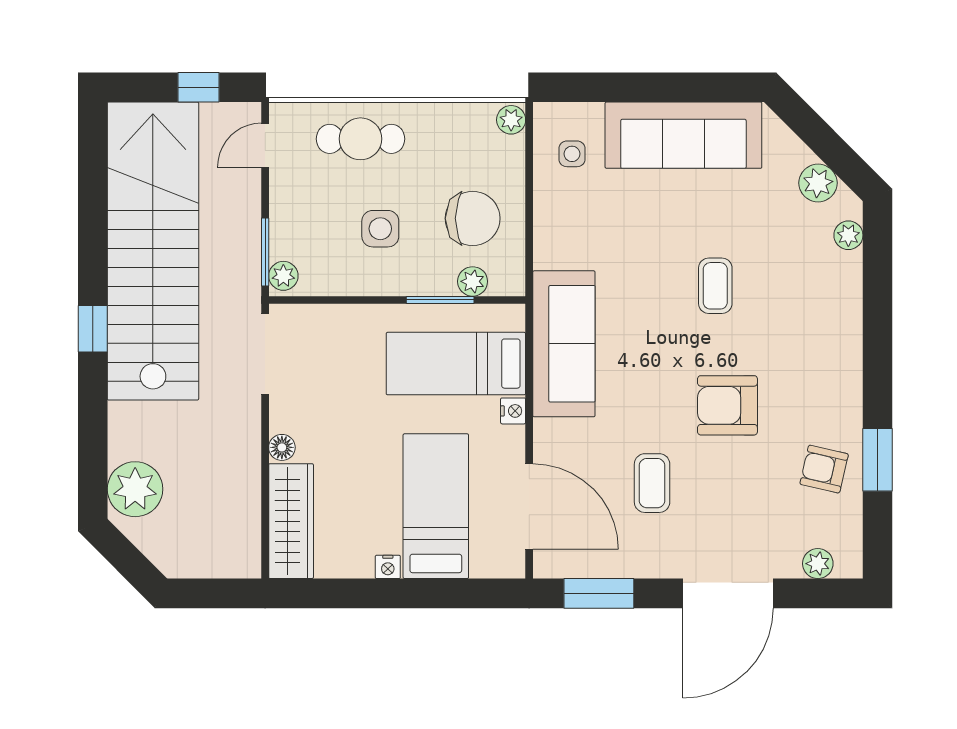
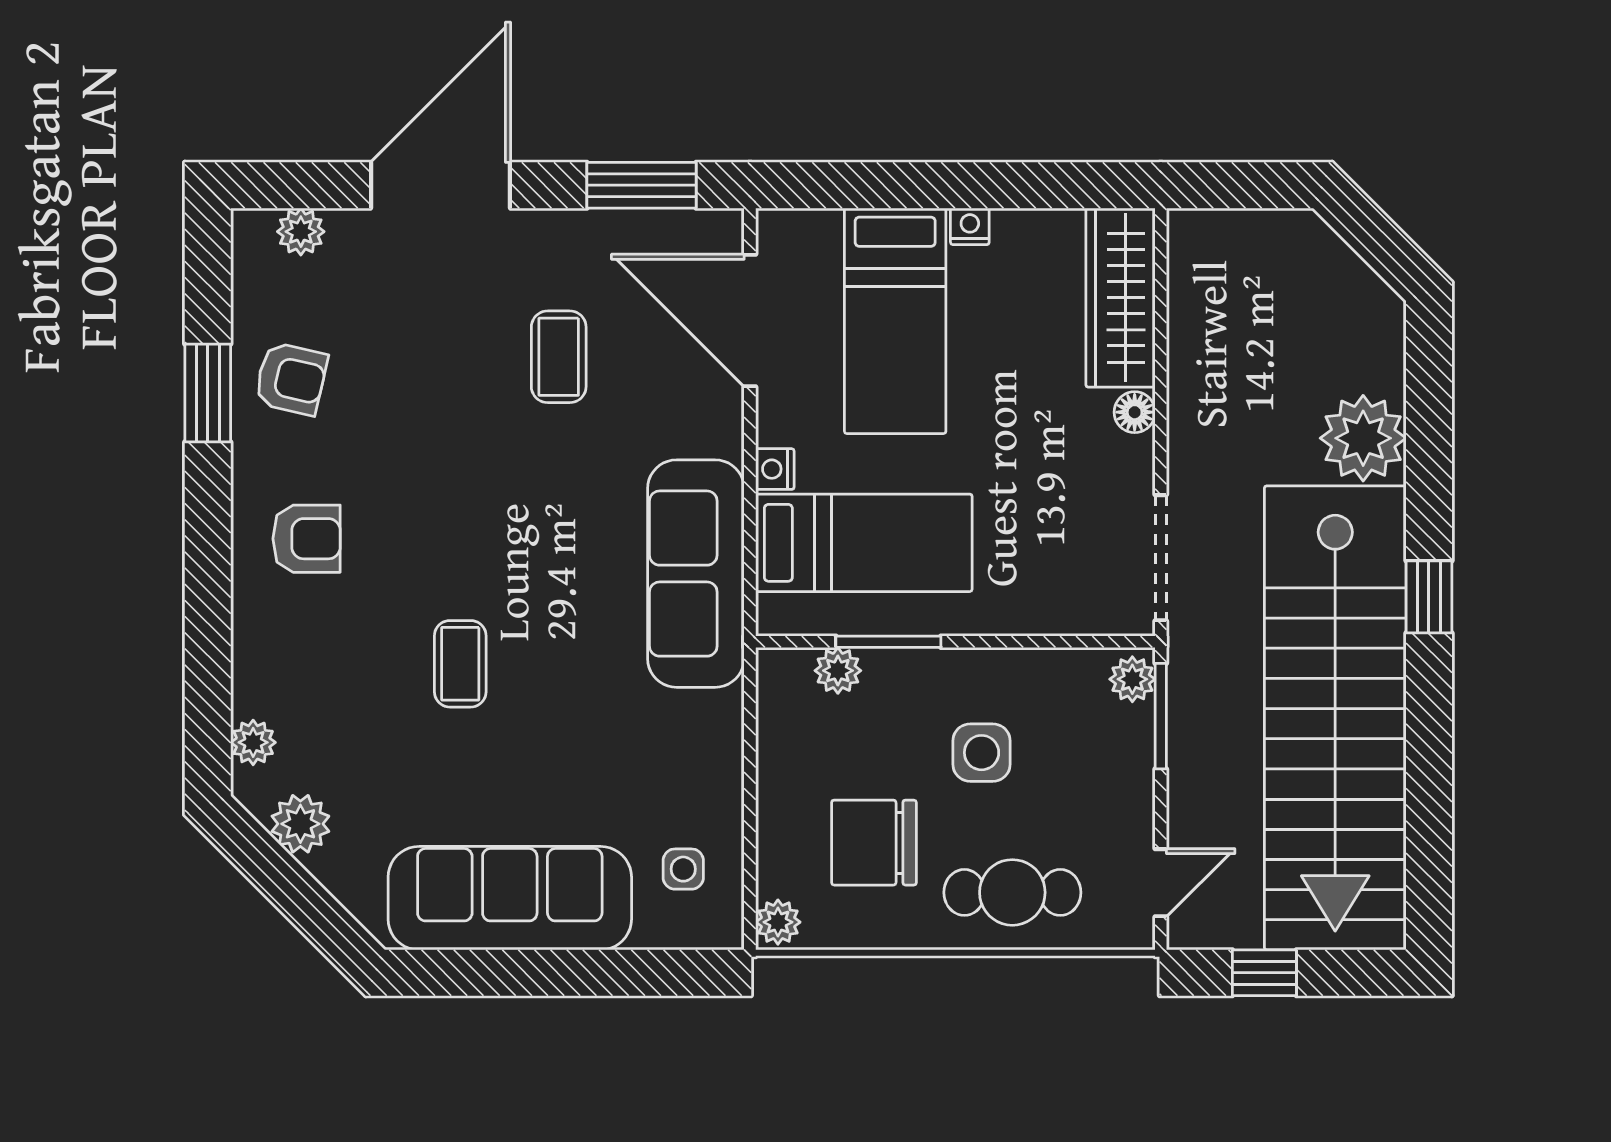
chair: (473, 218) -> (874, 843), moved
armchair: (727, 405) -> (307, 539), moved, width x0.72, depth x0.72
plant: (135, 489) -> (1363, 438), moved

